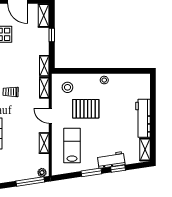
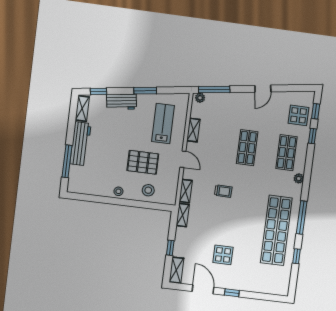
stool: (67, 87) -> (148, 190), moved
window: (153, 101) -> (67, 161), added
lab bench: (72, 145) -> (163, 123), turned 180
window: (118, 169) -> (99, 91), moved

